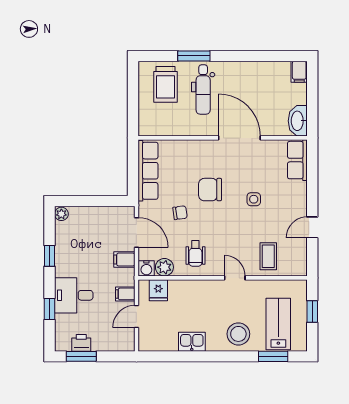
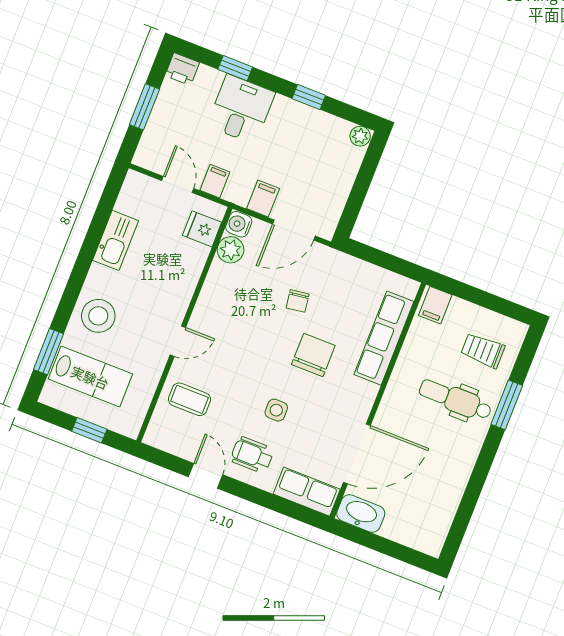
filing cabinet: (299, 72) -> (435, 305), moved, turned -90
trolley: (166, 84) -> (483, 350), width x0.73, depth x0.72
door: (239, 138) -> (357, 454), moved
row of seats: (148, 171) -> (384, 338), moved, turned 90
wheelchair: (195, 253) -> (252, 455), moved
kitchen sink: (192, 342) -> (116, 240), width x1.38
printer: (81, 343) -> (182, 69), moved, turned 90
window: (81, 356) -> (144, 107), moved

